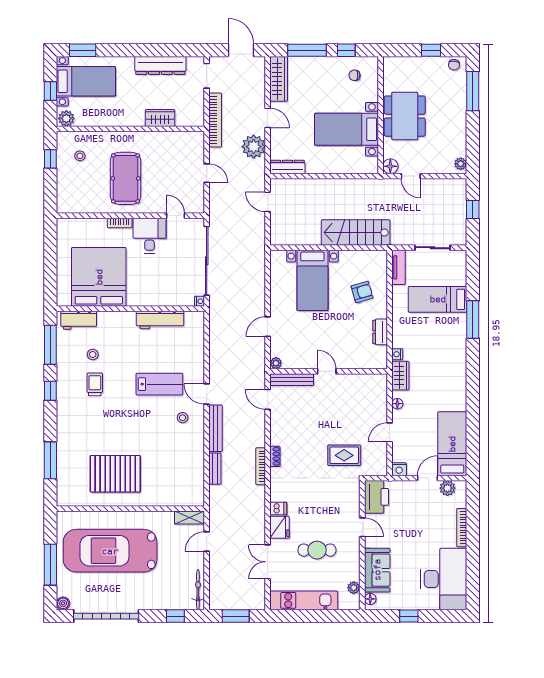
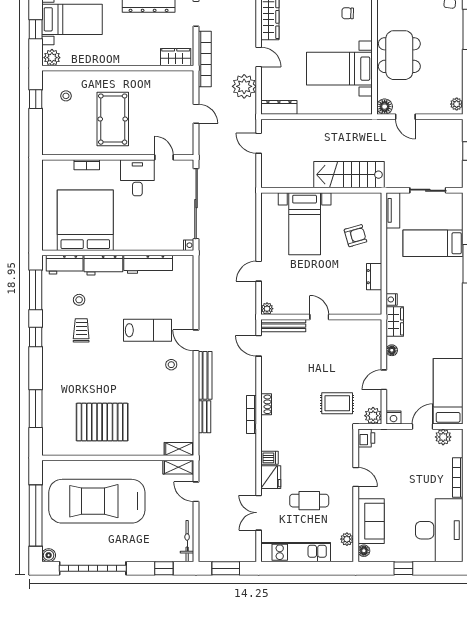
wardrobe: (160, 118) -> (176, 57), moved
bookcase: (120, 223) -> (87, 165), moved
workbench: (116, 321) -> (103, 265), added
plant: (379, 467) -> (373, 416), added
printer: (376, 497) -> (366, 438), width x0.53, depth x0.68
shelving: (190, 500) -> (179, 449), added
door: (207, 542) -> (196, 492), hinge flipped
window: (50, 565) -> (36, 515), width x1.46

